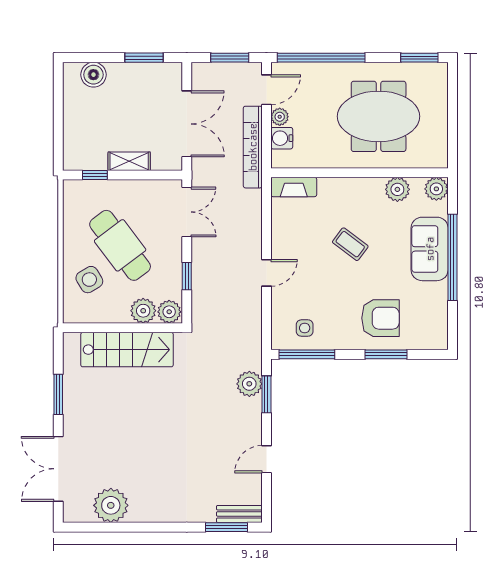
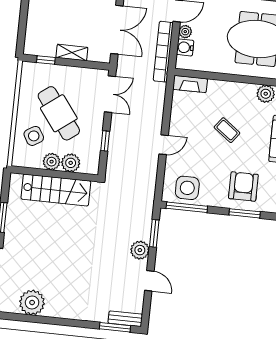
plant: (169, 312) -> (52, 162), moved
armchair: (380, 318) -> (243, 186), turned -90
side table: (305, 328) -> (187, 188), width x1.87, depth x1.87
plant: (249, 384) -> (140, 250), moved
door: (266, 459) -> (149, 281), swing flipped

